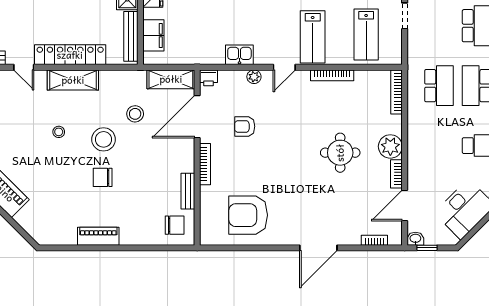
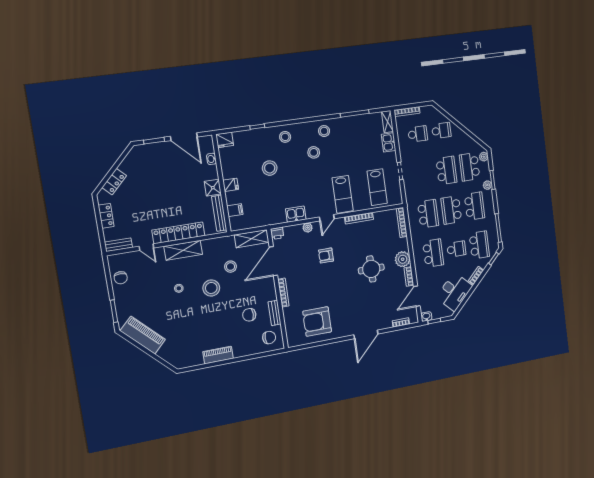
filing cabinet: (153, 35) -> (235, 210), width x0.50
armchair: (245, 126) -> (326, 256), moved
school desk: (439, 146) -> (433, 253), added
chair: (103, 177) -> (249, 315), moved

